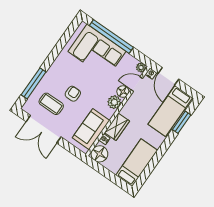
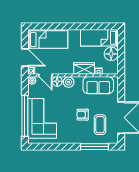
door: (168, 76) -> (25, 58), hinge flipped
window: (182, 122) -> (50, 26), removed
floor lamp: (99, 154) -> (111, 54), moved

